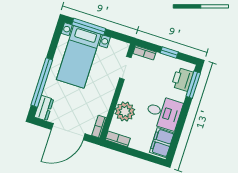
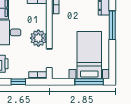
window: (42, 82) -> (112, 25), width x0.68
plant: (125, 112) -> (38, 38), moved

